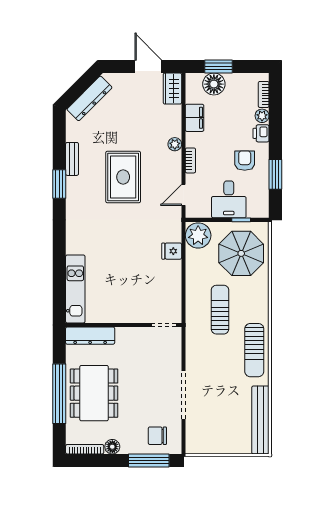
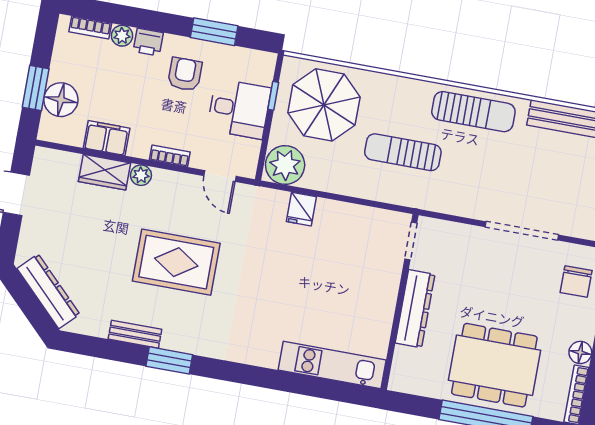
wardrobe: (172, 89) -> (105, 172), moved
armchair: (245, 161) -> (185, 74), turned 90
dresser: (90, 336) -> (415, 309), moved

